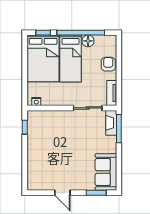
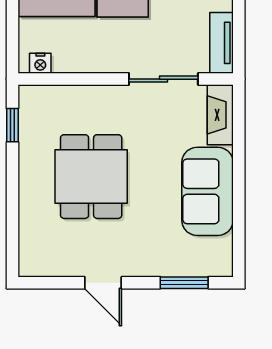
window: (119, 129) -> (239, 129), removed
dining table: (57, 149) -> (91, 177), added
sofa: (106, 172) -> (207, 191), moved

